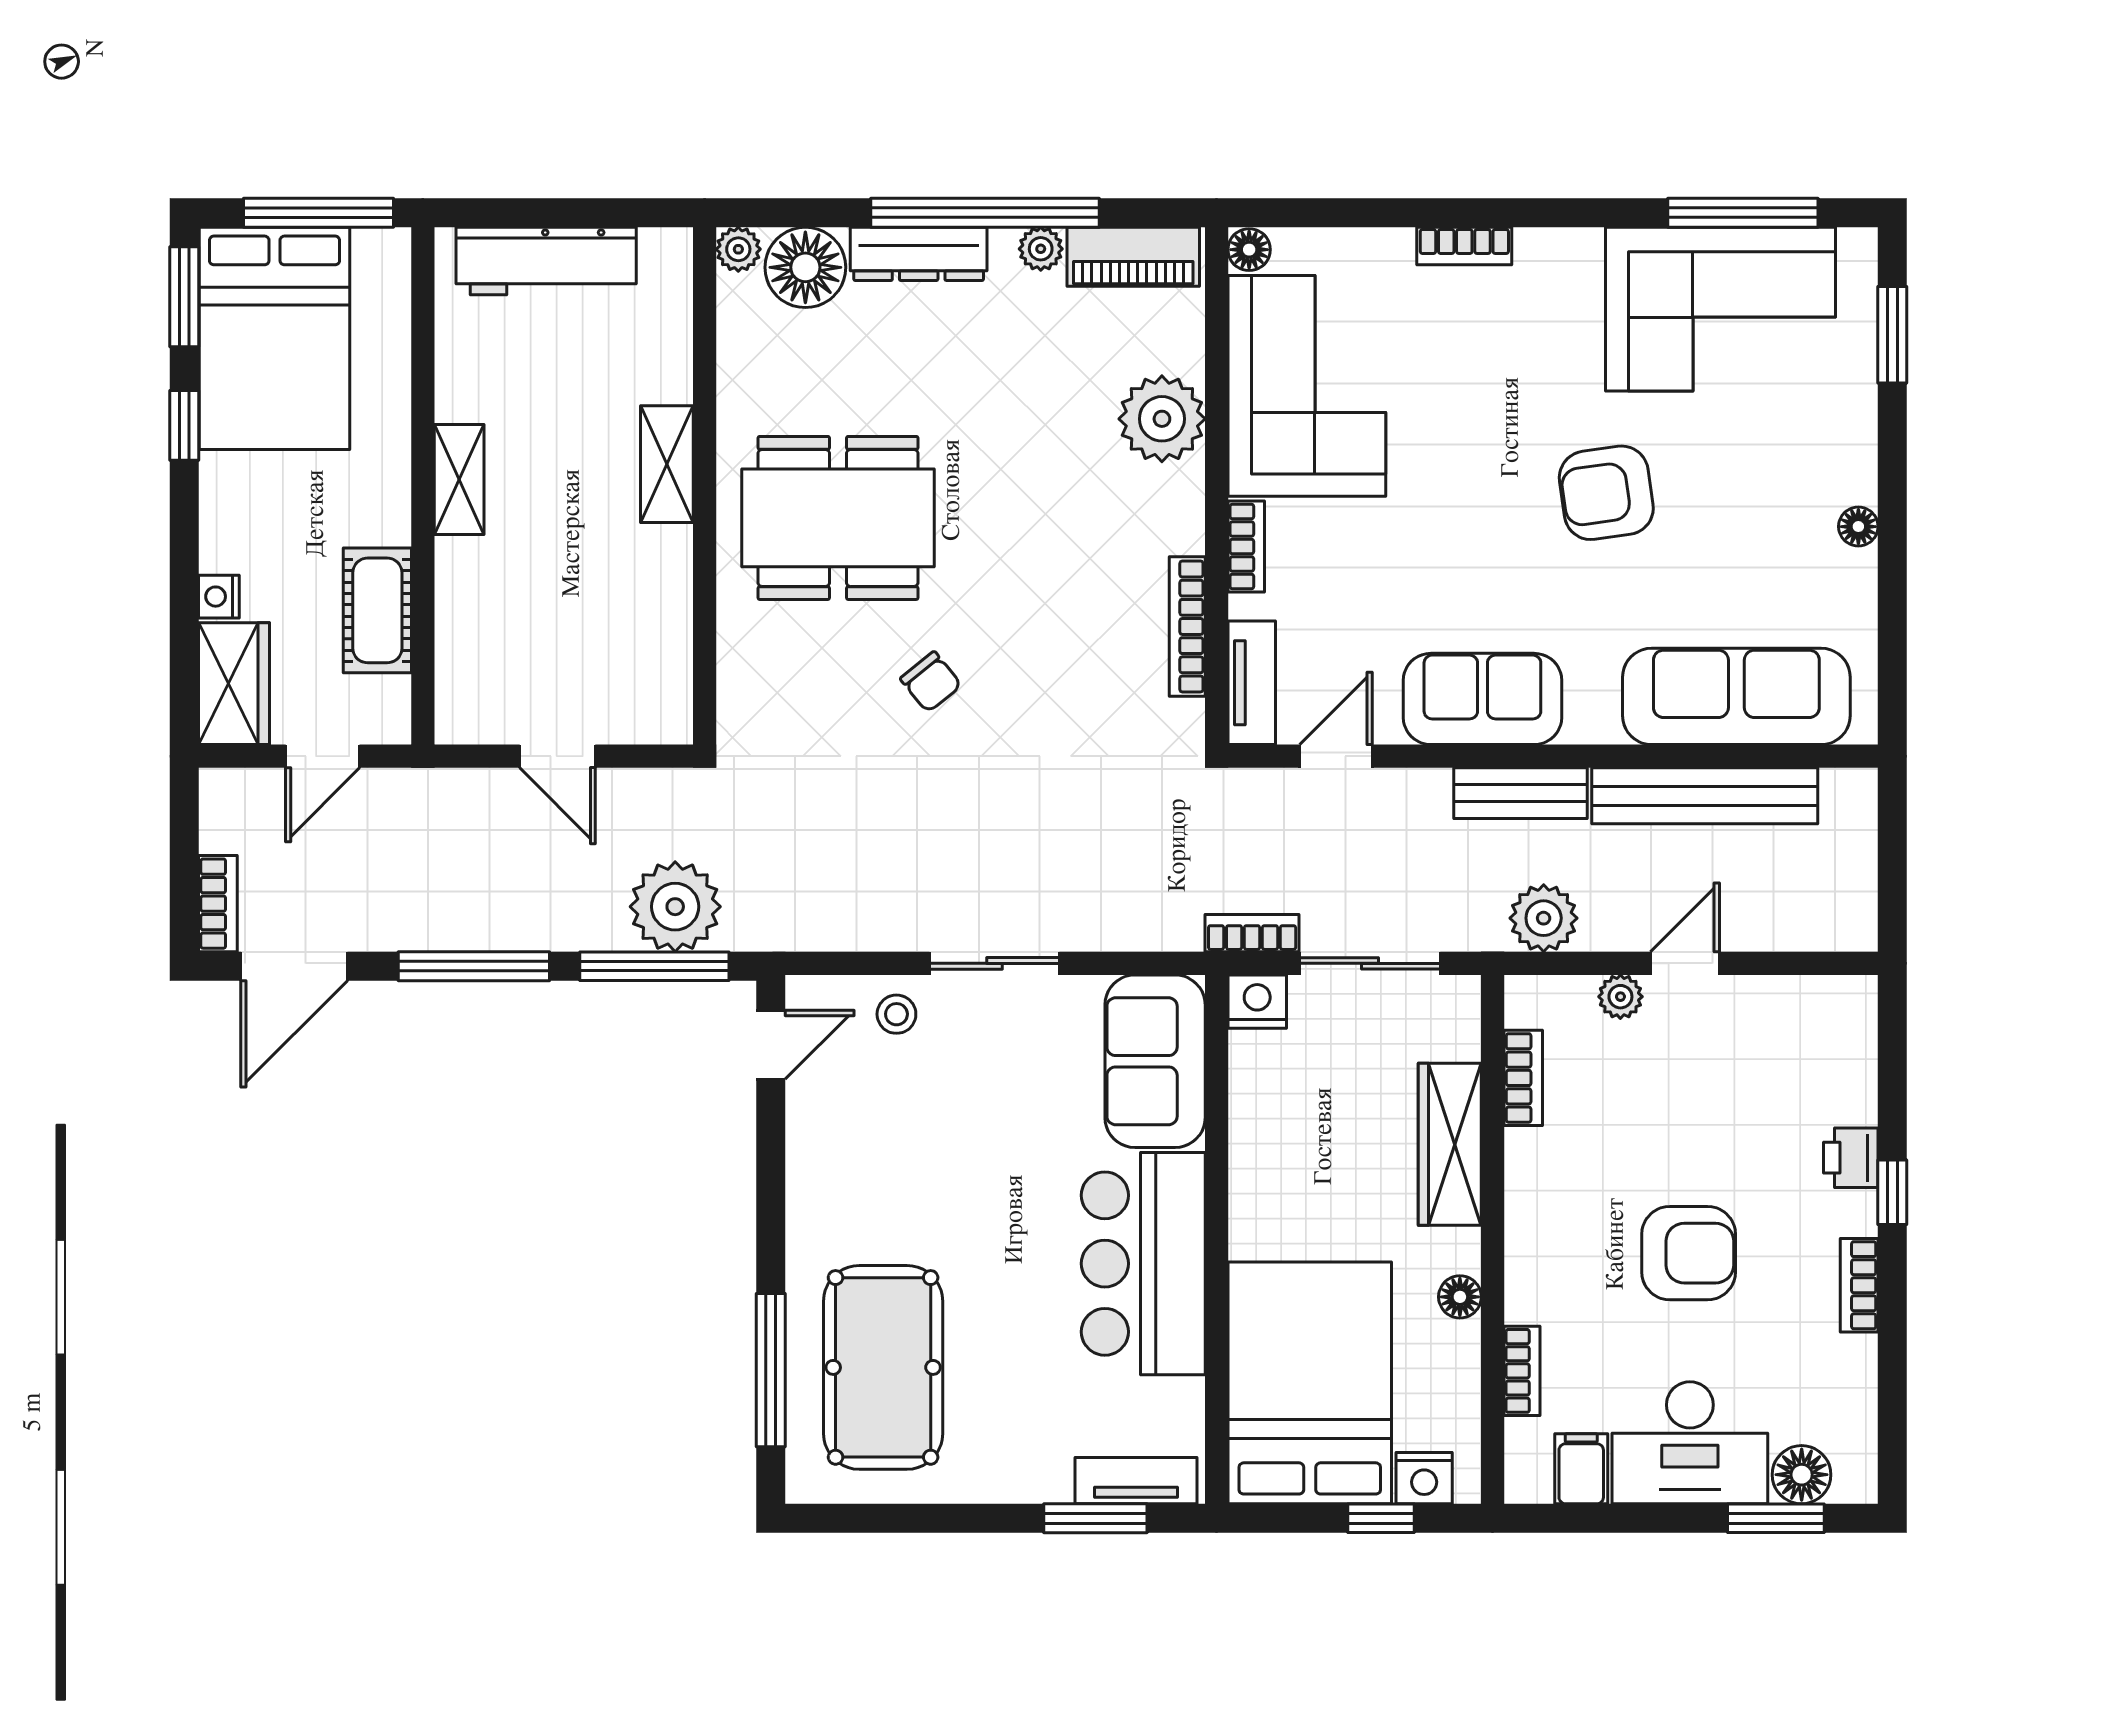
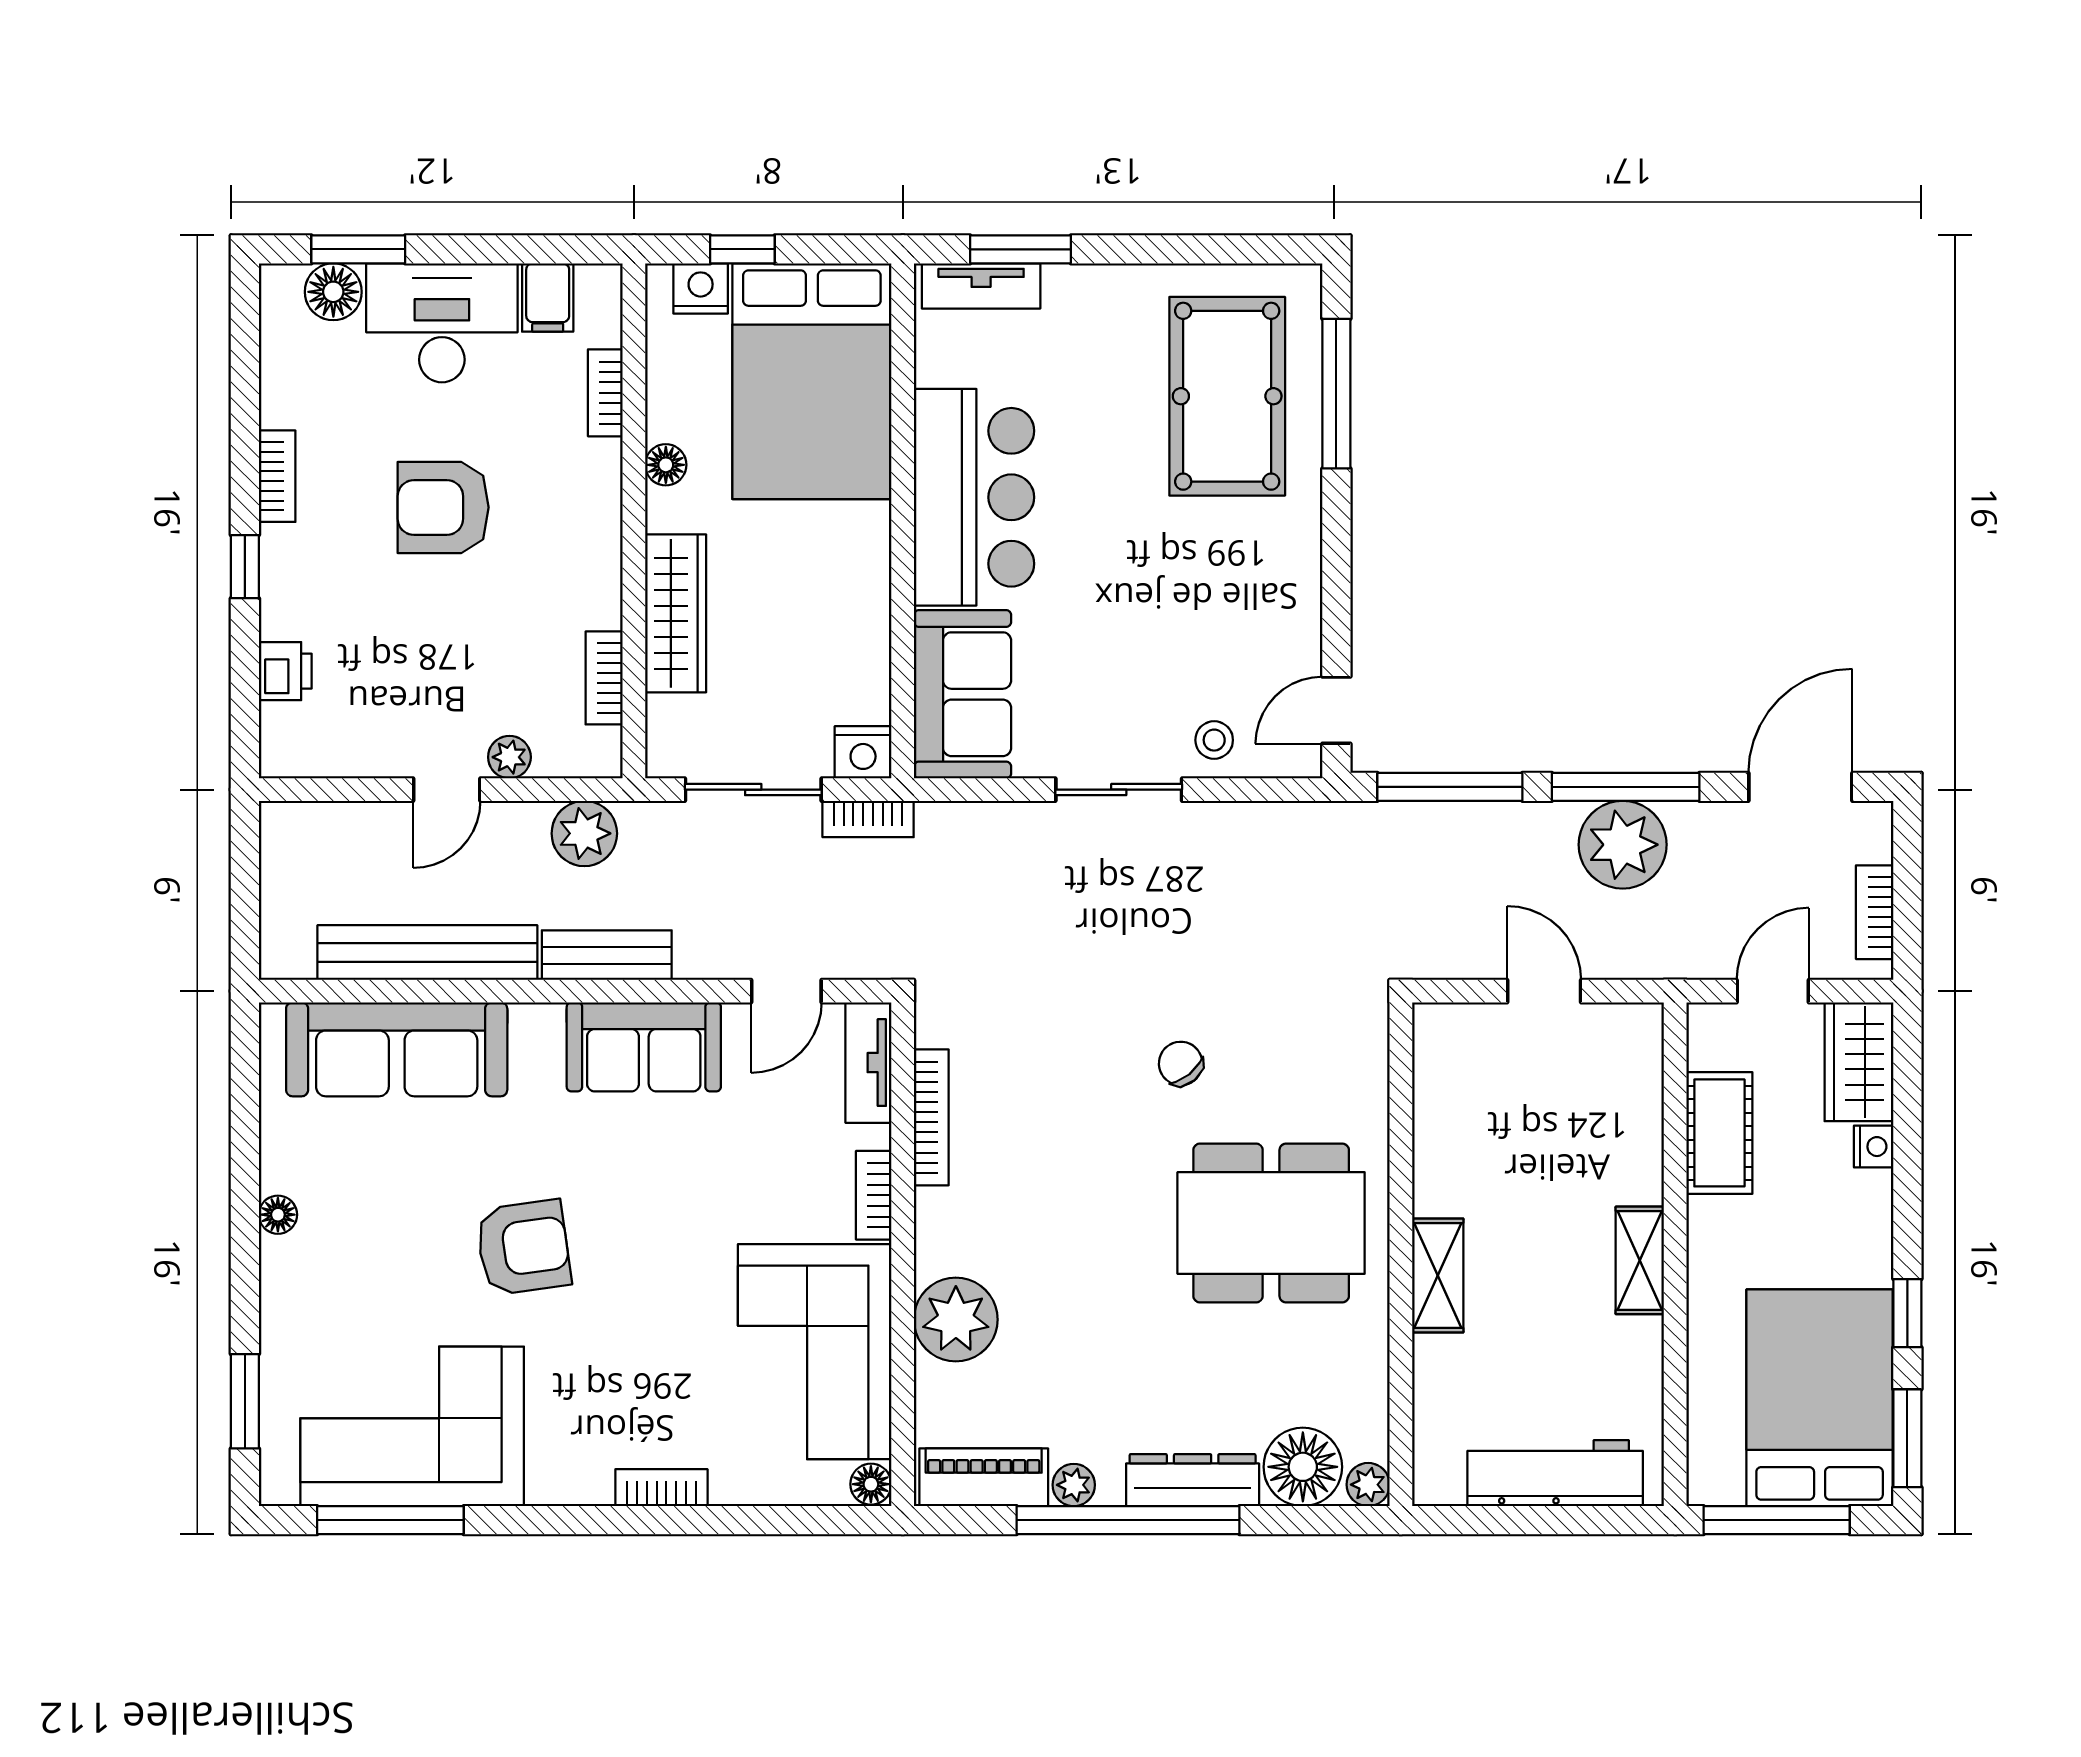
bookcase: (218, 904) -> (1875, 912), moved
plant: (675, 907) -> (1623, 845), moved
printer: (1851, 1158) -> (285, 671), moved

